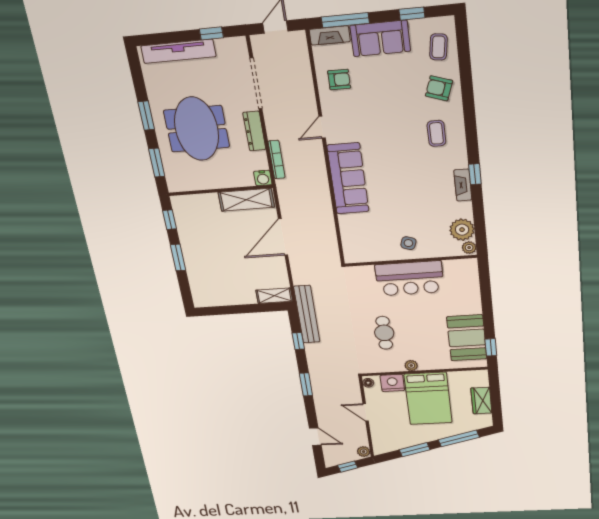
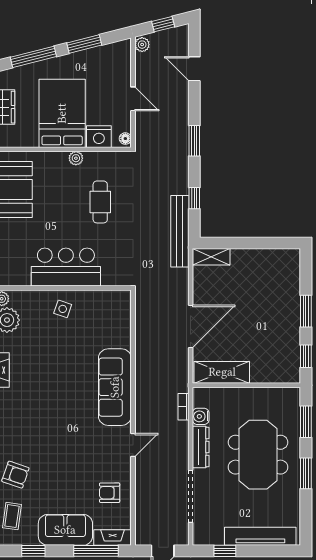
coffee table: (436, 133) -> (22, 428), removed
bookcase: (277, 160) -> (183, 407), width x0.64
water cooler: (263, 178) -> (201, 416), moved, turned -90

